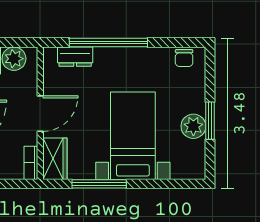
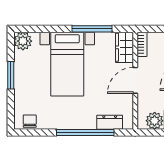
plant: (193, 126) -> (23, 41), moved

